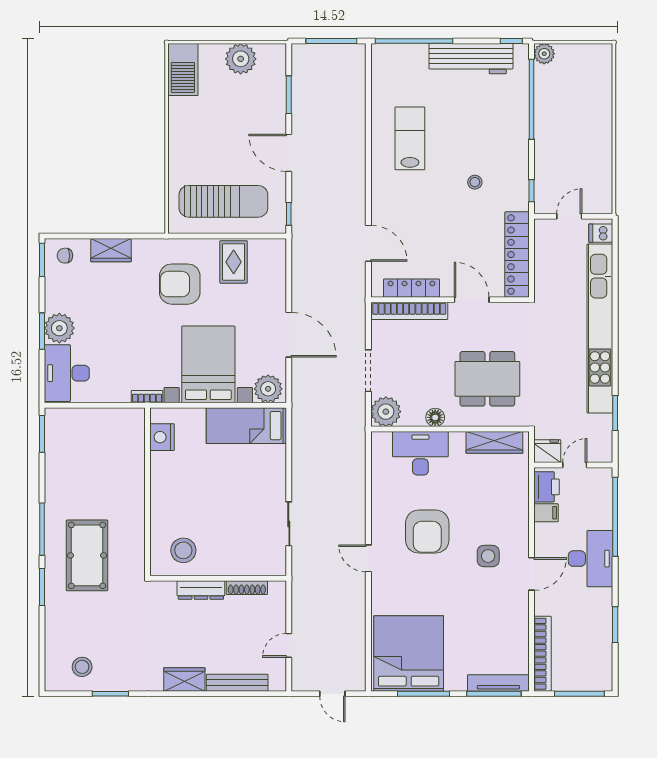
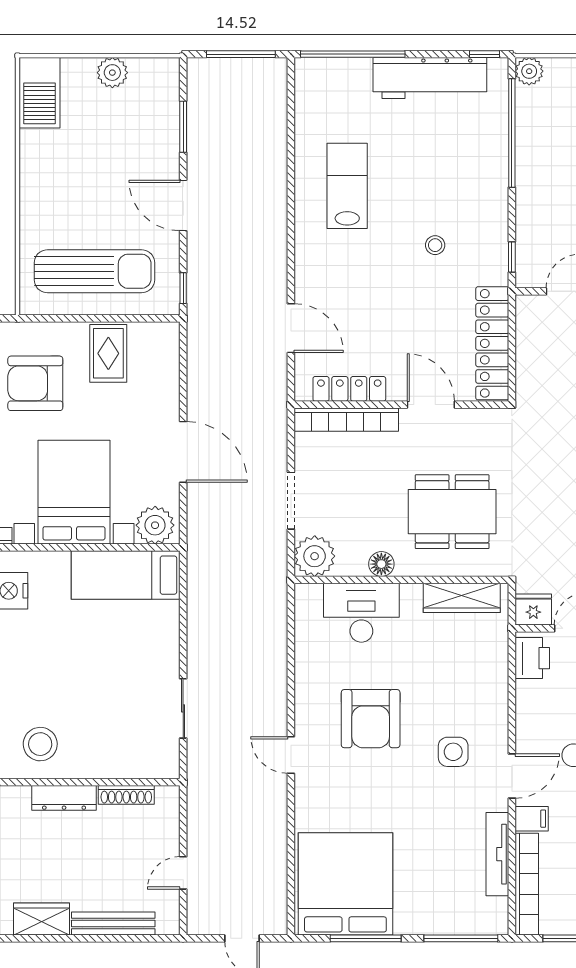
plant: (241, 59) -> (112, 73), width x0.73, depth x0.73
filing cabinet: (546, 513) -> (532, 819), moved
tv unit: (498, 683) -> (497, 854), moved, turned -90

